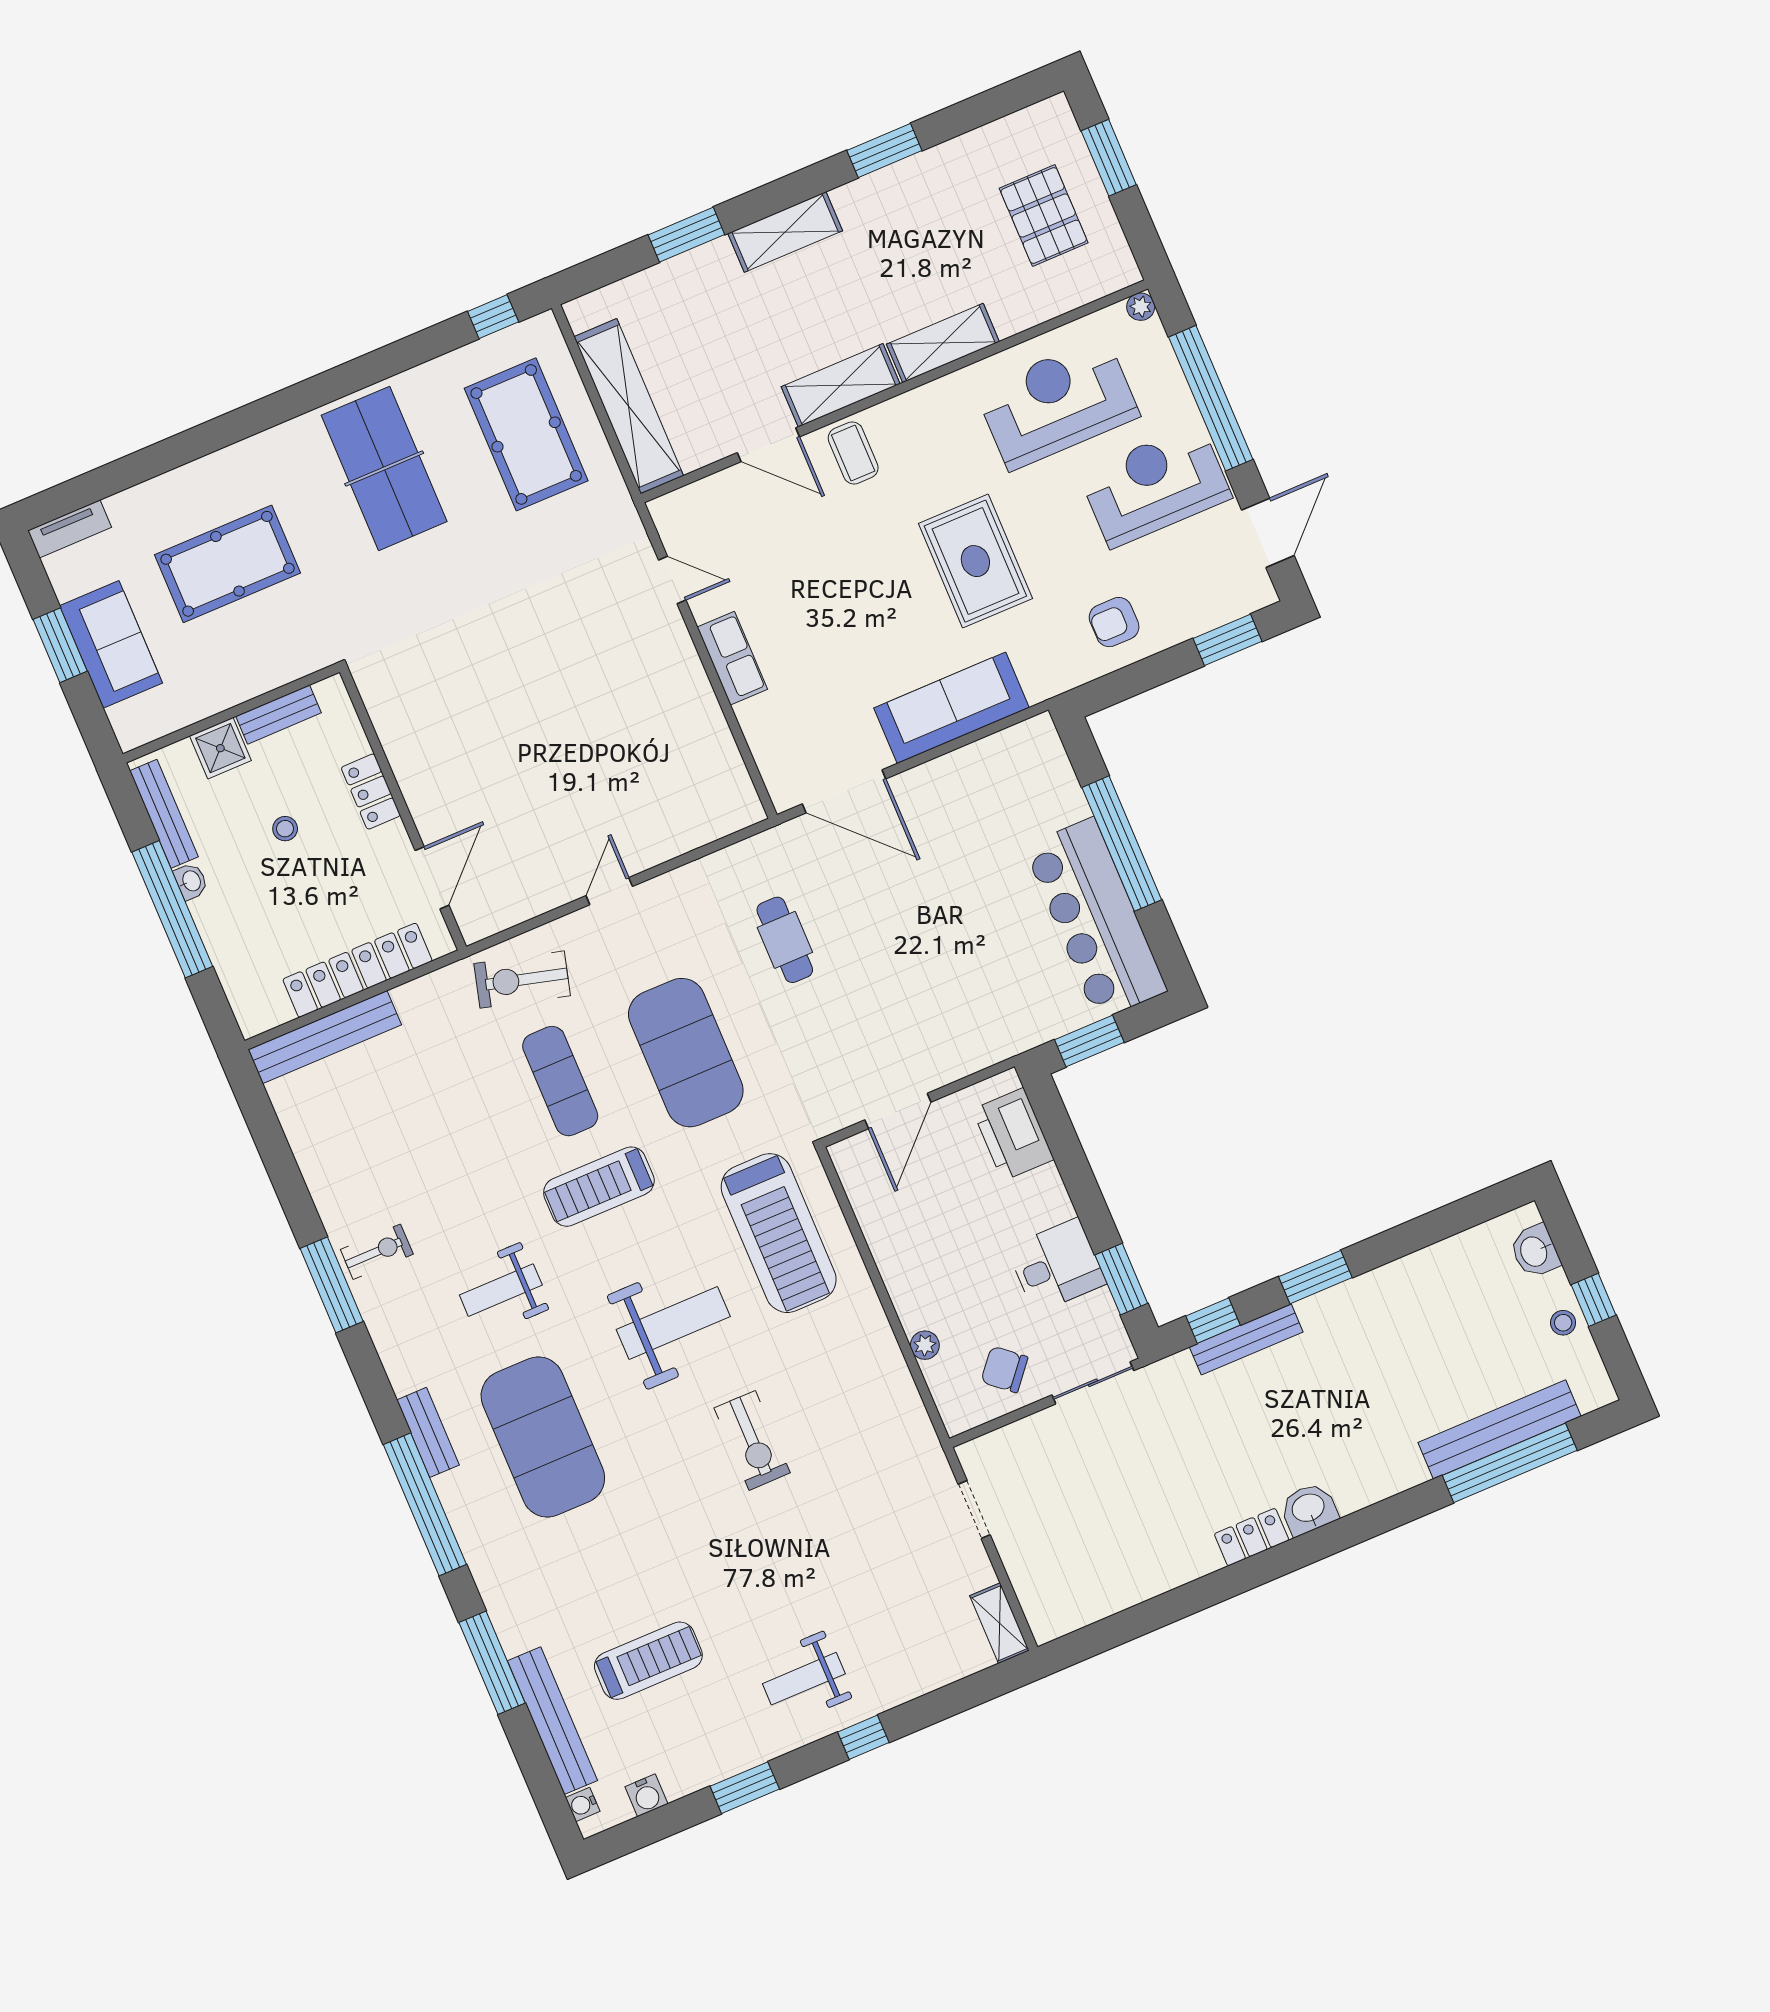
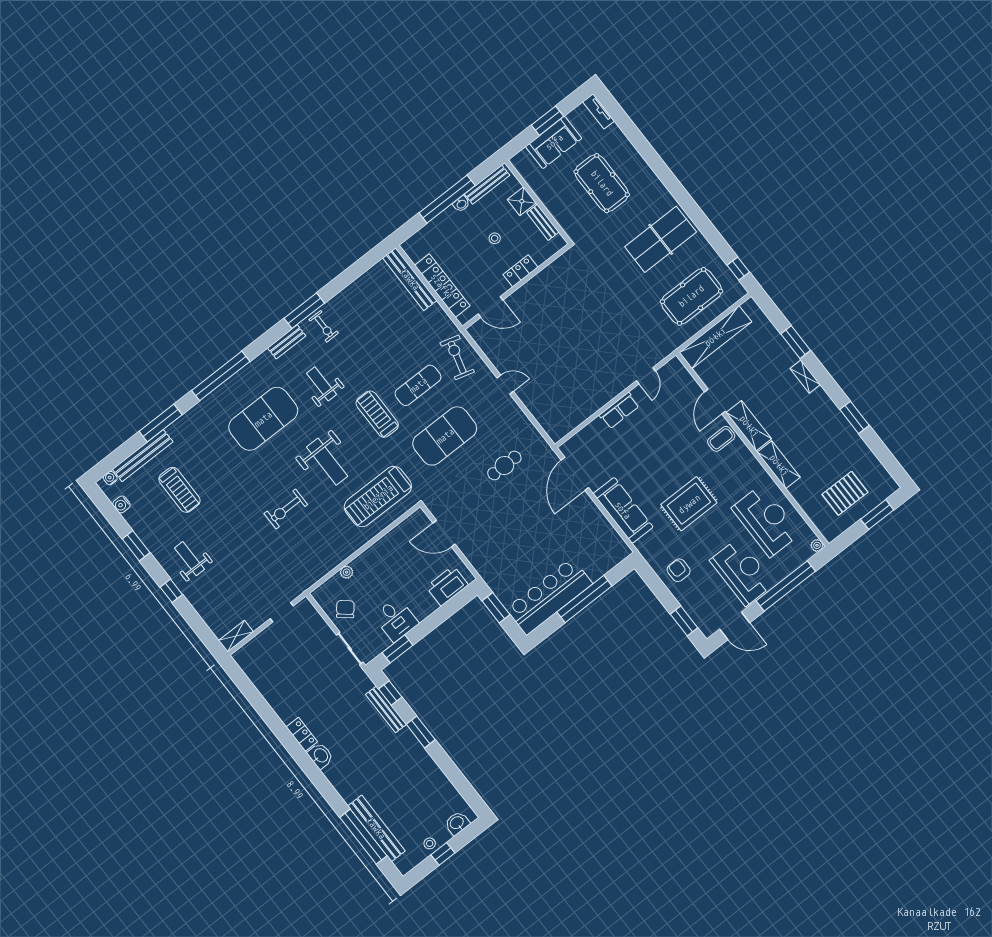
shelving: (785, 232) -> (805, 377), width x0.67, depth x0.75
bench: (428, 1432) -> (287, 342), moved

